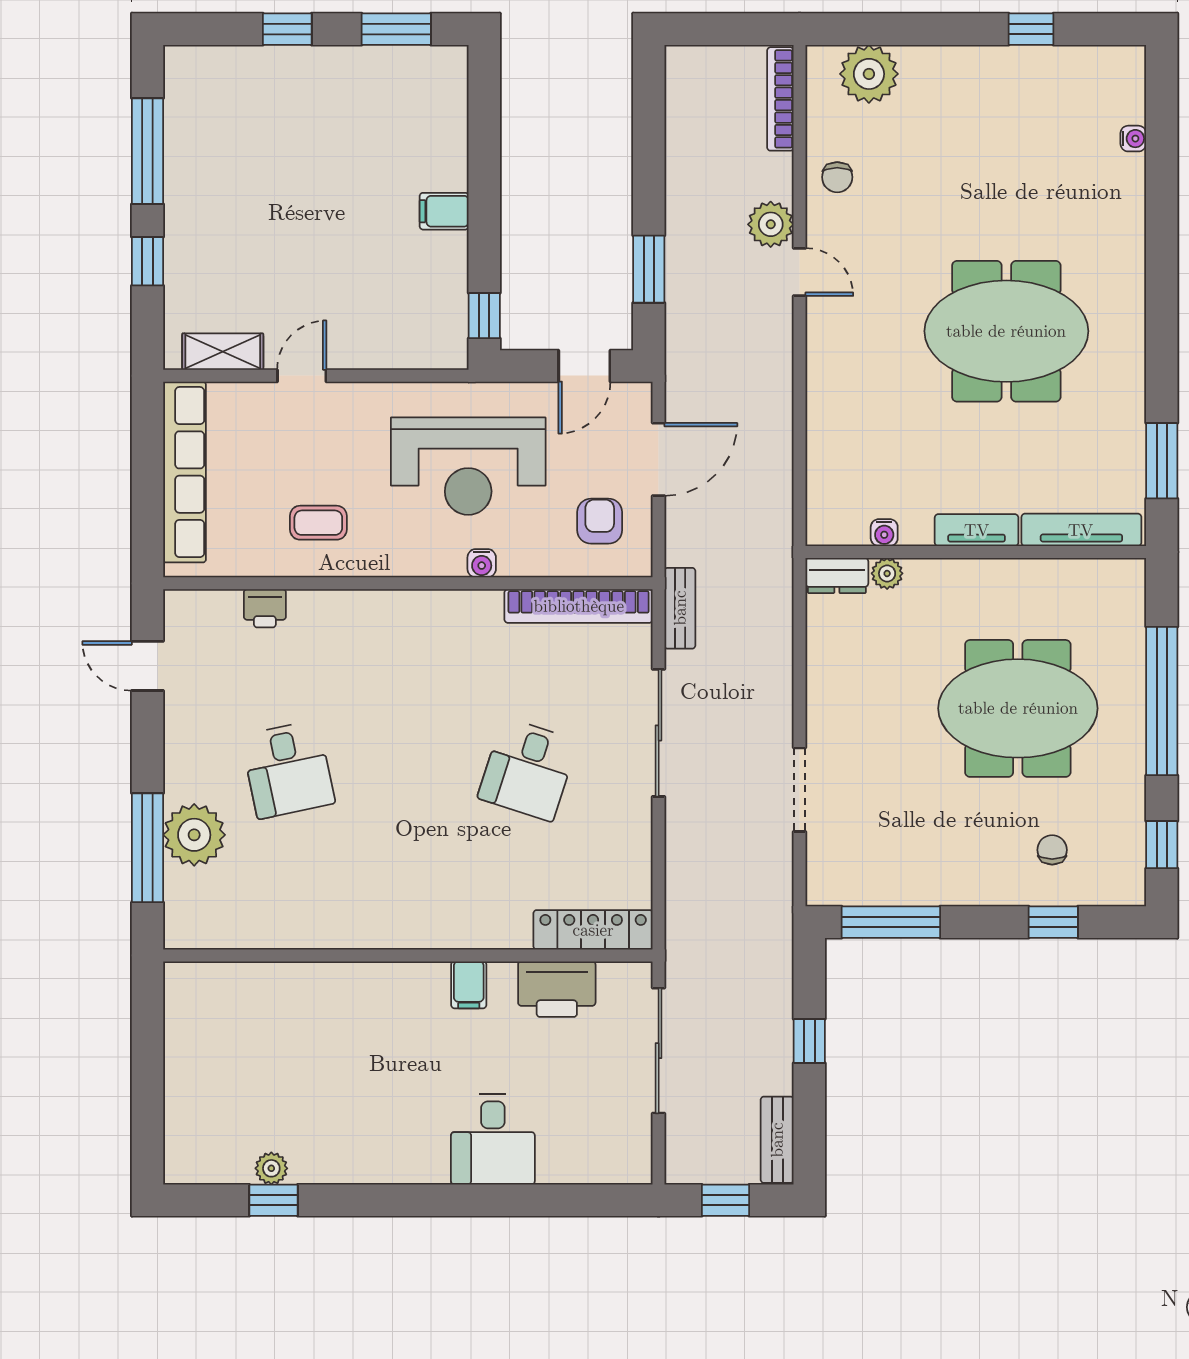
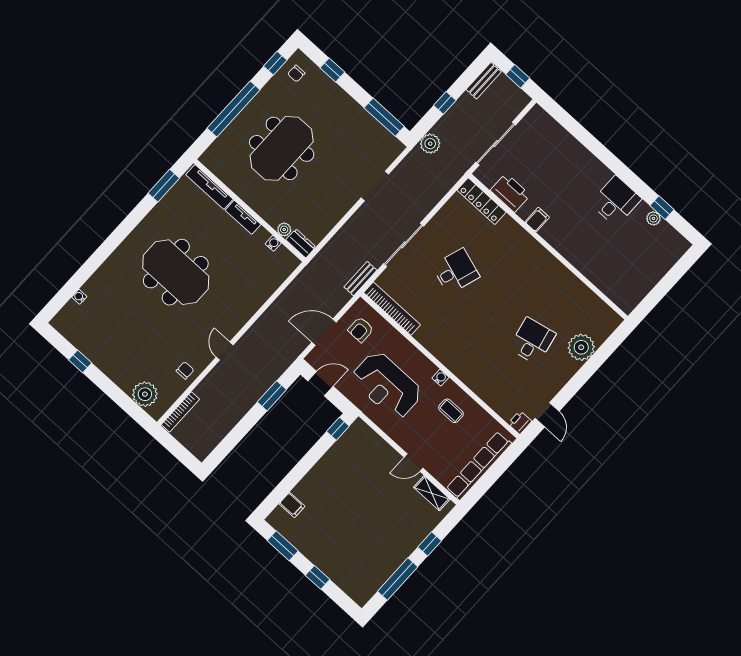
filing cabinet: (444, 211) -> (292, 505), moved
plant: (771, 224) -> (430, 144), moved
reception desk: (468, 466) -> (387, 385), turned 180
water cooler: (482, 563) -> (440, 378), moved
printer: (265, 608) -> (520, 422), moved, turned -90
meeting table: (1018, 708) -> (282, 148), turned 90
window: (147, 848) -> (600, 357), removed
chair: (1052, 850) -> (296, 74), moved
desk: (493, 1139) -> (616, 201), moved

